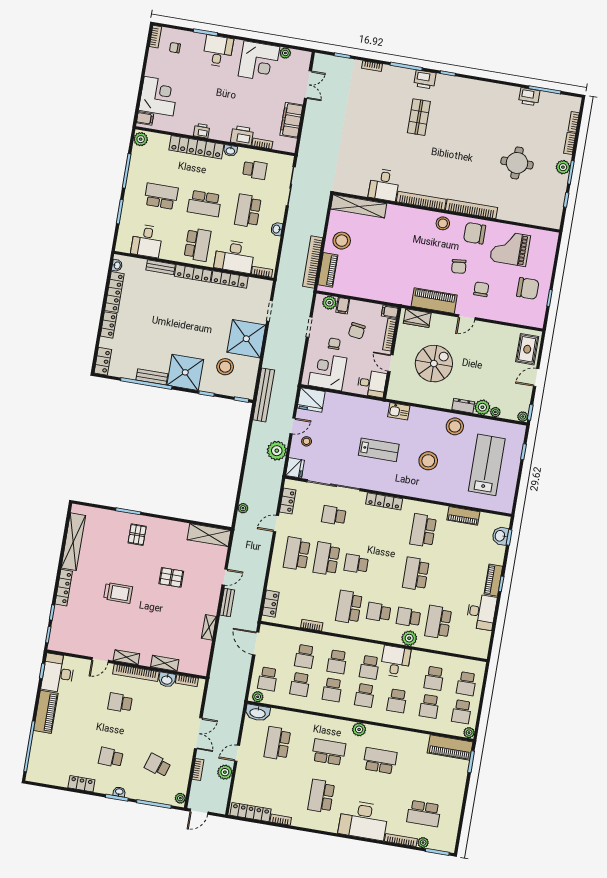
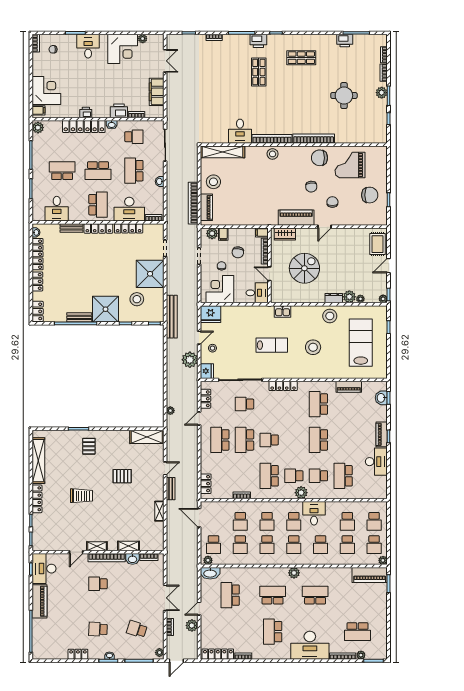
shop shelf: (473, 109) -> (301, 58), added
stool: (443, 223) -> (273, 154), moved
plant: (409, 638) -> (301, 493), moved

